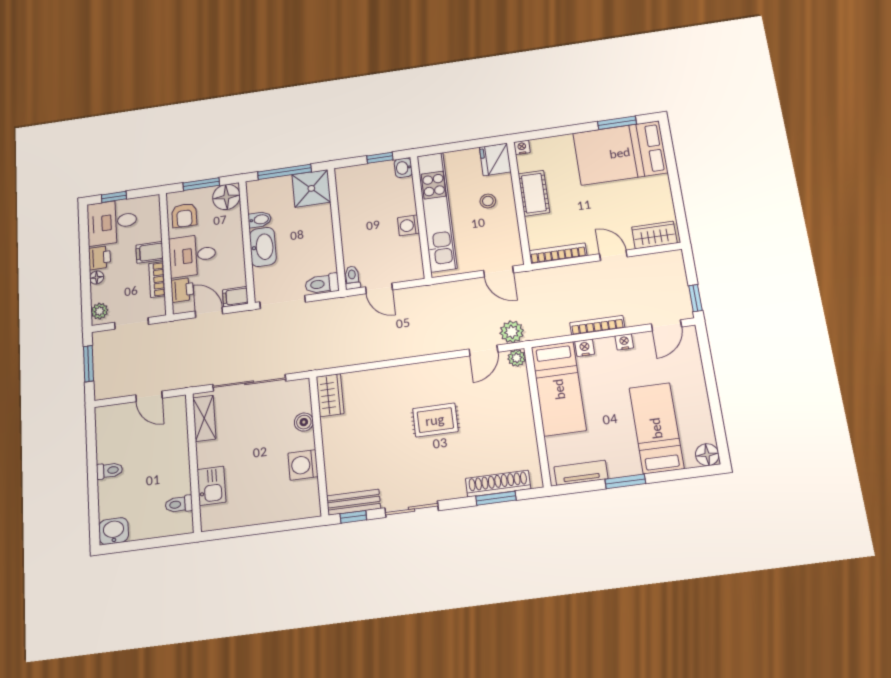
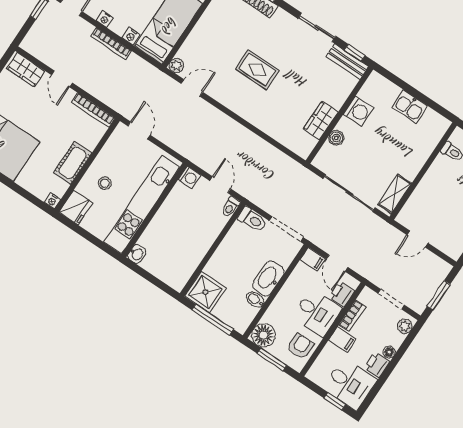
window: (380, 158) -> (145, 274), removed
washing machine: (408, 225) -> (189, 177), moved
plant: (512, 332) -> (165, 85), removed
wardrobe: (330, 395) -> (321, 120), moved
door: (149, 396) -> (418, 239), swing flipped
kitchen sink: (211, 486) -> (410, 107), moved, turned -90

